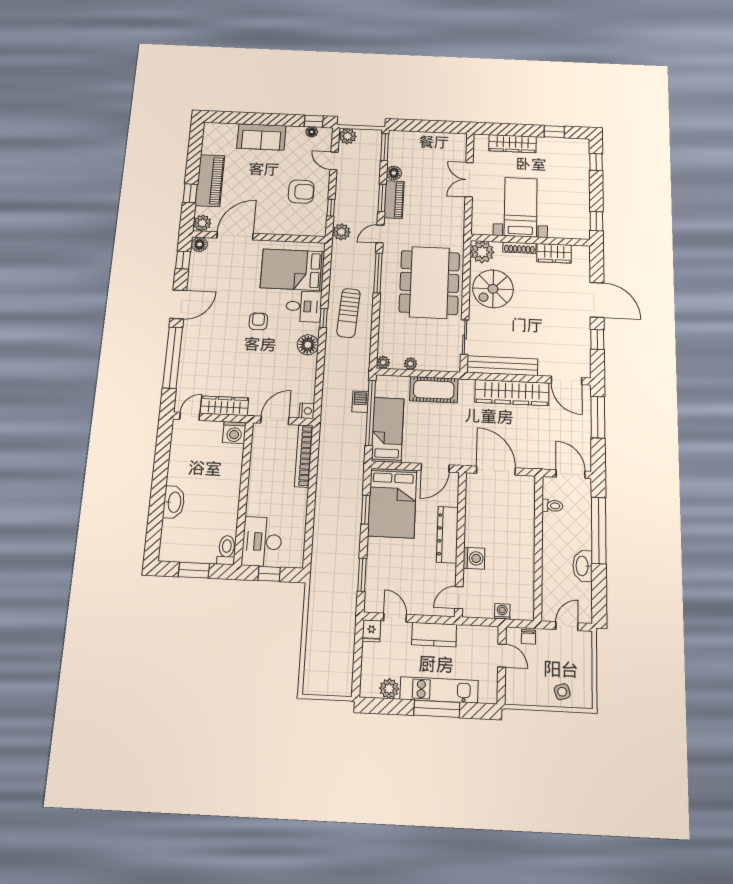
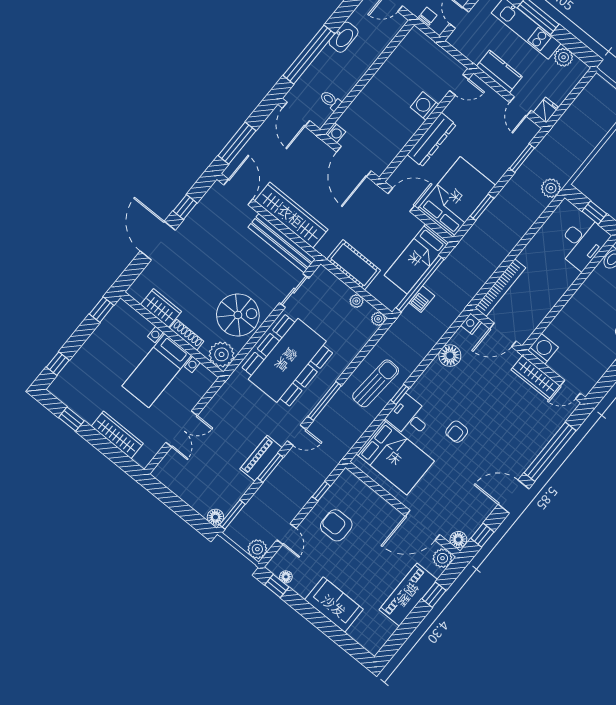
floor lamp: (394, 173) -> (215, 517), moved
plant: (341, 232) -> (551, 188), moved
floor lamp: (308, 345) -> (450, 356), moved
washing machine: (502, 612) -> (336, 133), moved, turned -90

